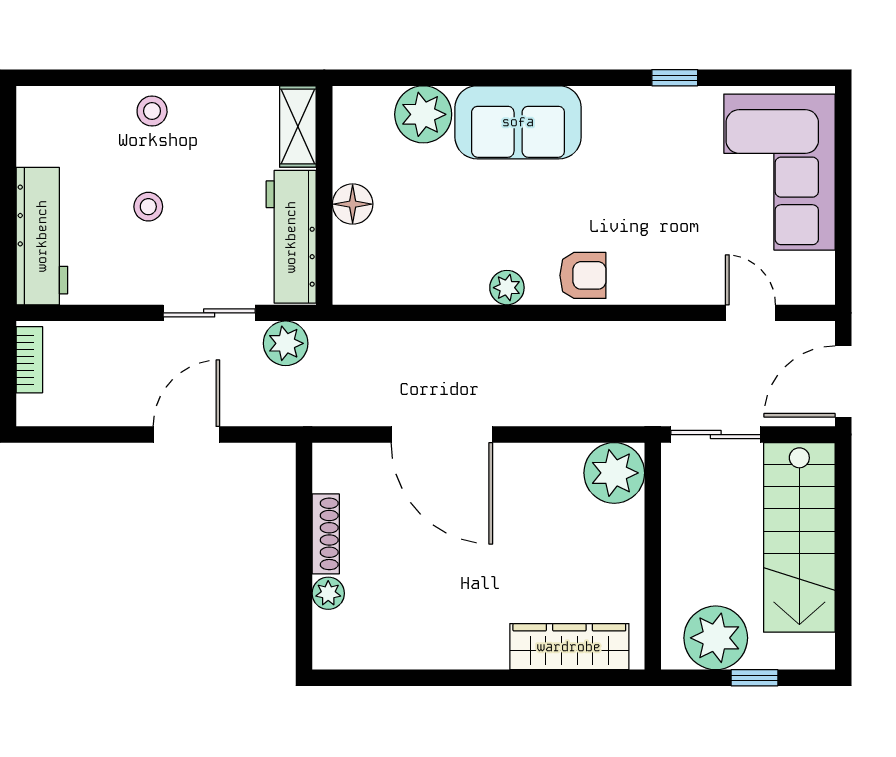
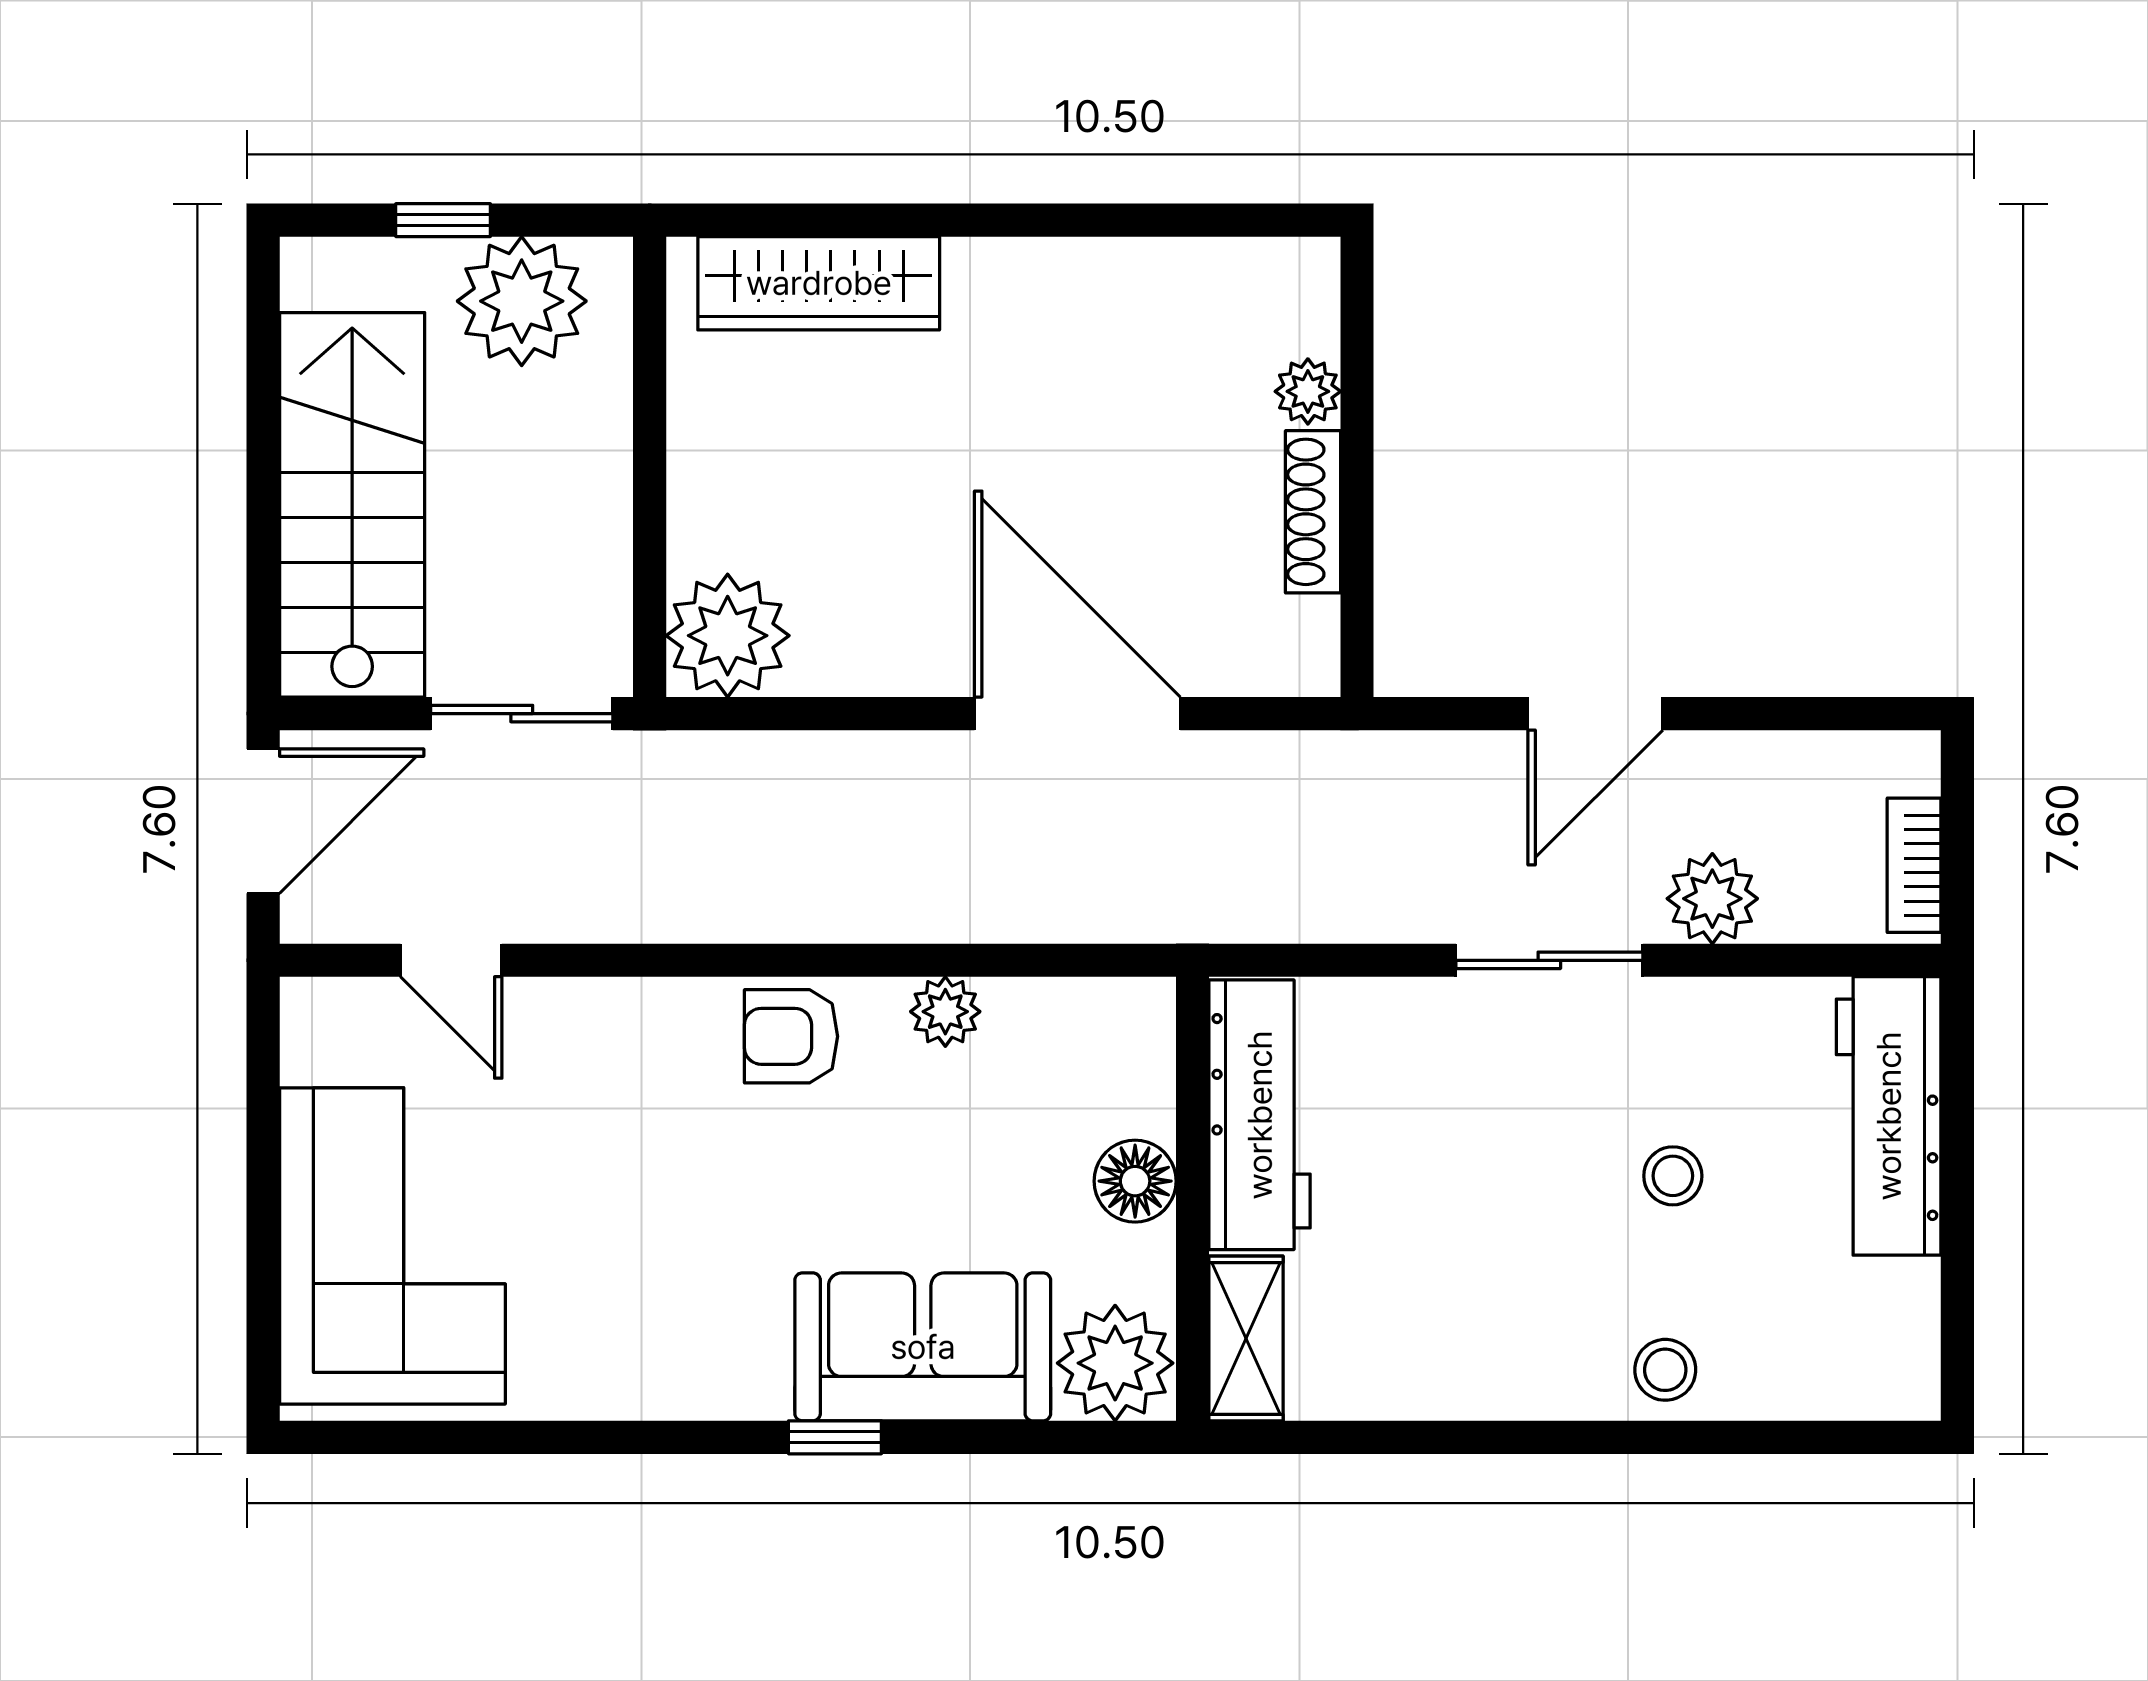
window: (675, 78) -> (835, 1437), moved
shelving: (298, 126) -> (1246, 1338), moved
wall: (324, 195) -> (1192, 1199), moved
floor lamp: (353, 204) -> (1135, 1181), moved
workbench: (291, 237) -> (1260, 1115), moved
plant: (286, 343) -> (1712, 899), moved

